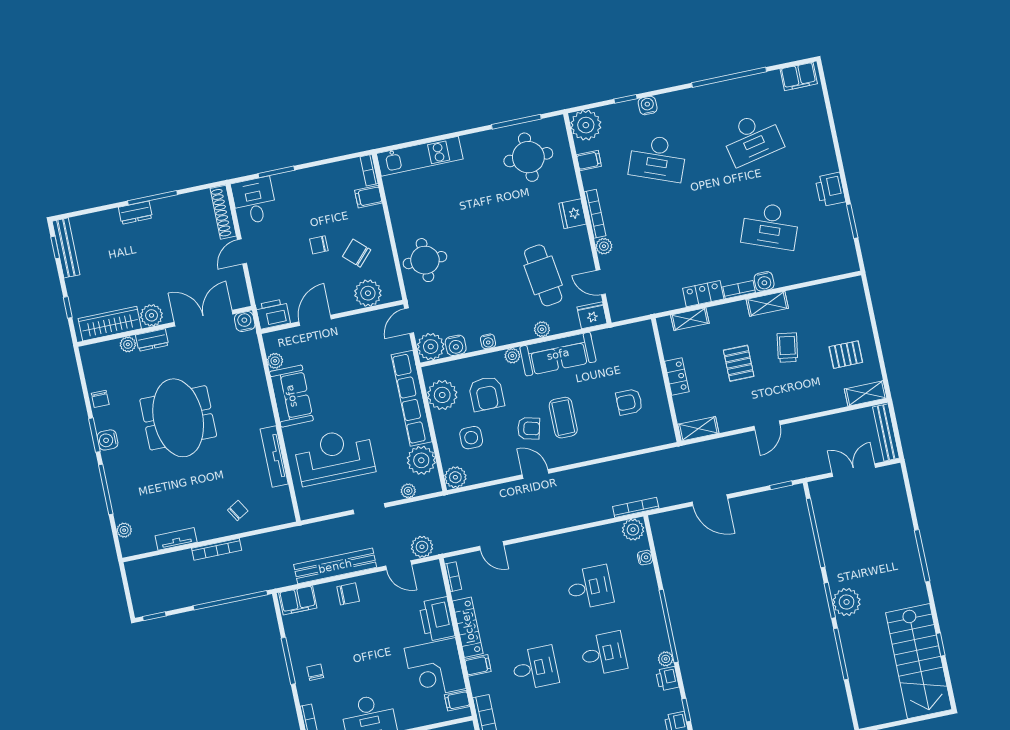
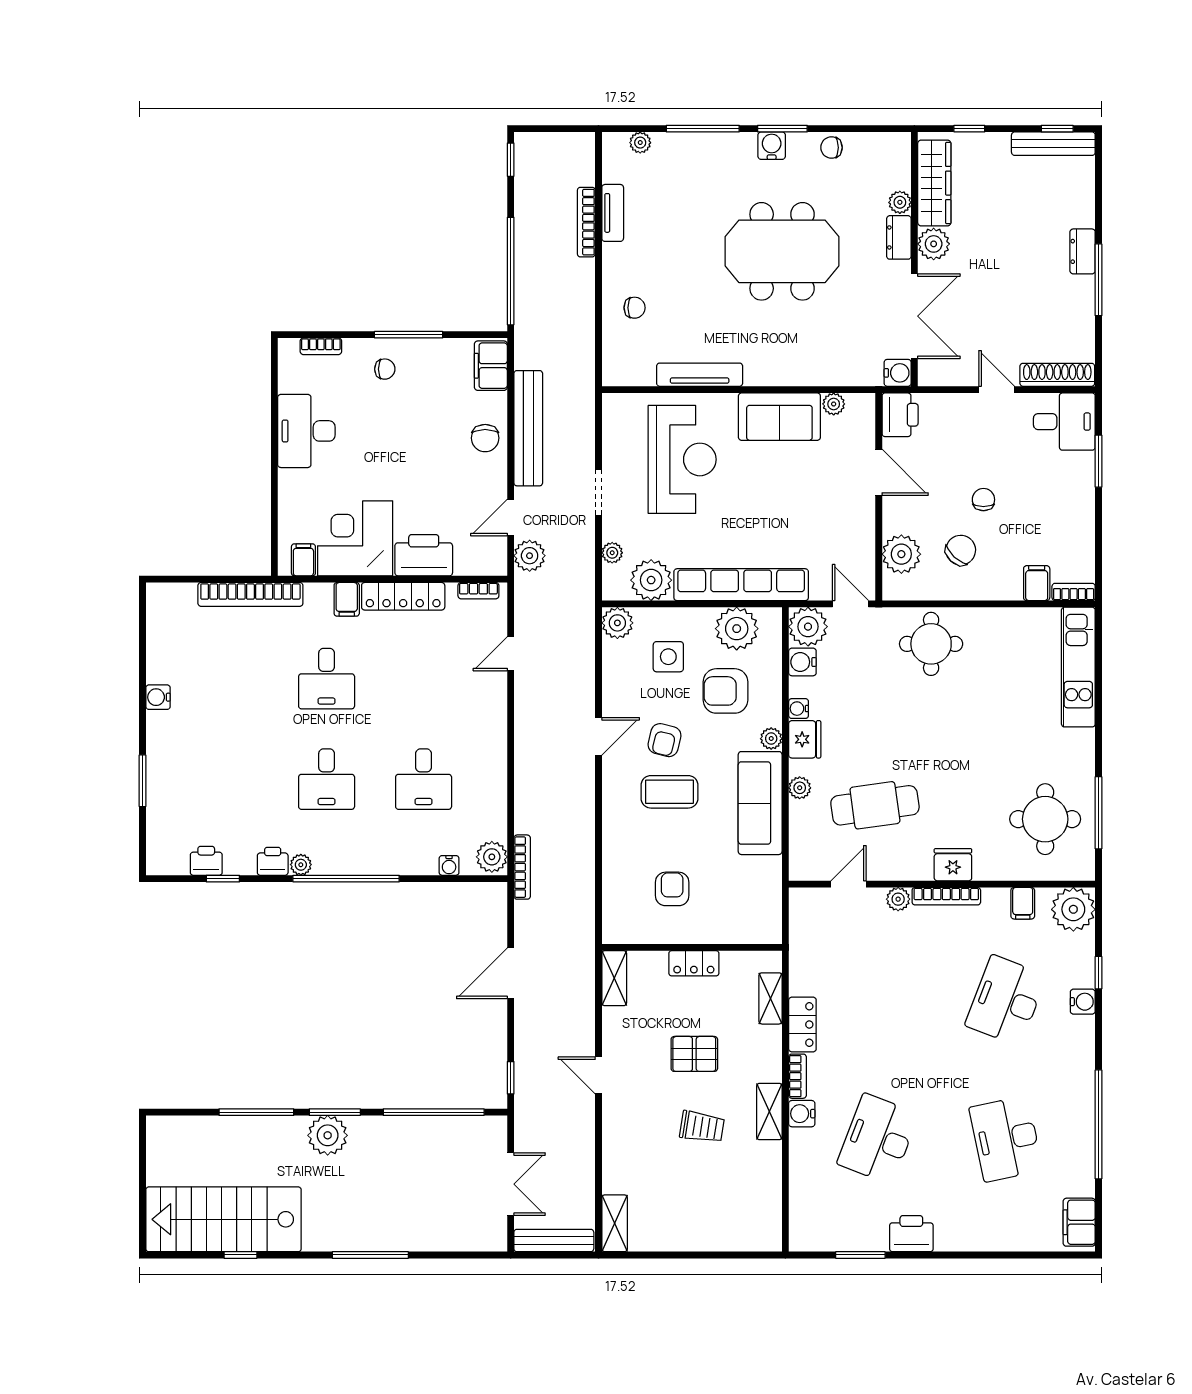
fridge: (592, 315) -> (805, 739), moved
pallet: (846, 355) -> (675, 1207), removed
chair: (238, 510) -> (635, 308), turned -59
bookcase: (217, 549) -> (586, 222), moved

